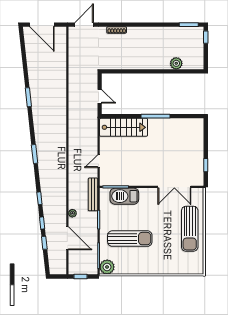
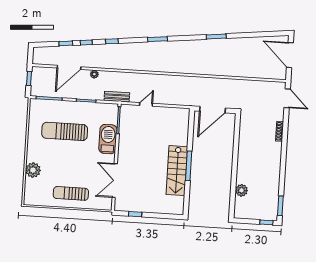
door: (42, 25) -> (290, 55), hinge flipped
door: (100, 96) -> (213, 110), width x1.87
stairs: (124, 127) -> (177, 171), moved
door: (99, 161) -> (146, 104), hinge flipped
bench: (93, 194) -> (117, 97), width x0.73
barbecue: (124, 196) -> (108, 139), moved
sun lounger: (190, 229) -> (71, 193), width x0.73, depth x0.75
sun lounger: (130, 239) -> (65, 131), turned 90
plant: (107, 267) -> (33, 170), moved

